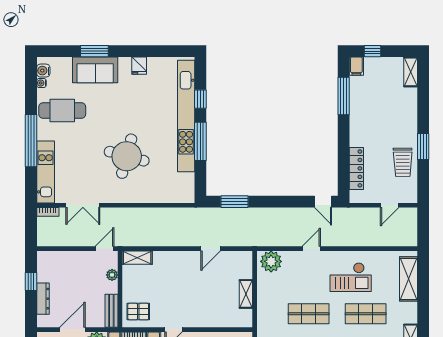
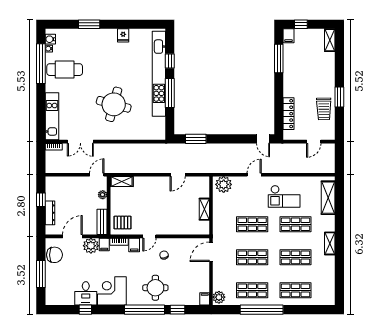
sofa: (95, 70) -> (90, 39), removed
window: (31, 141) -> (41, 64), moved

